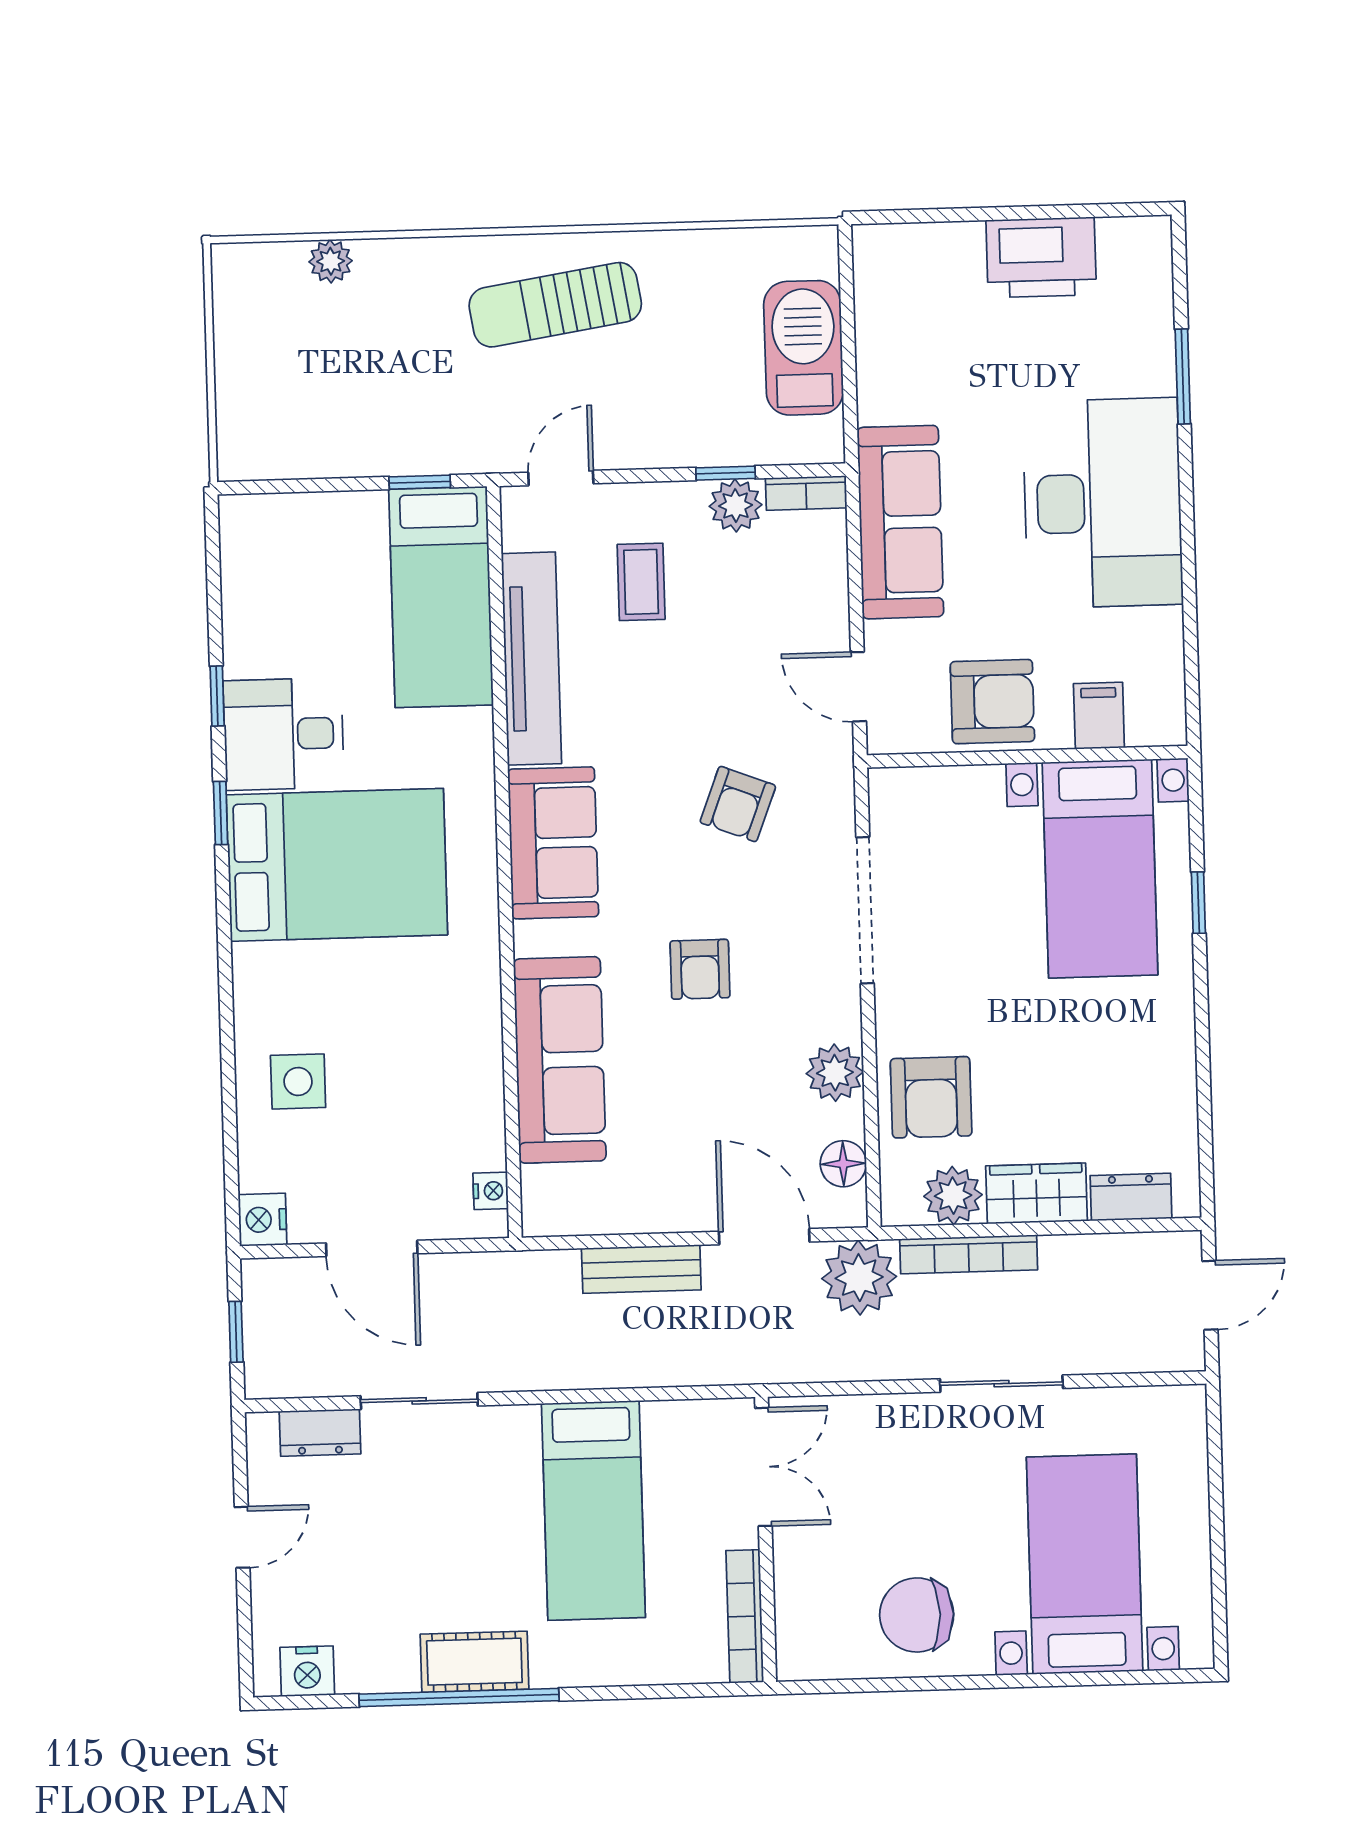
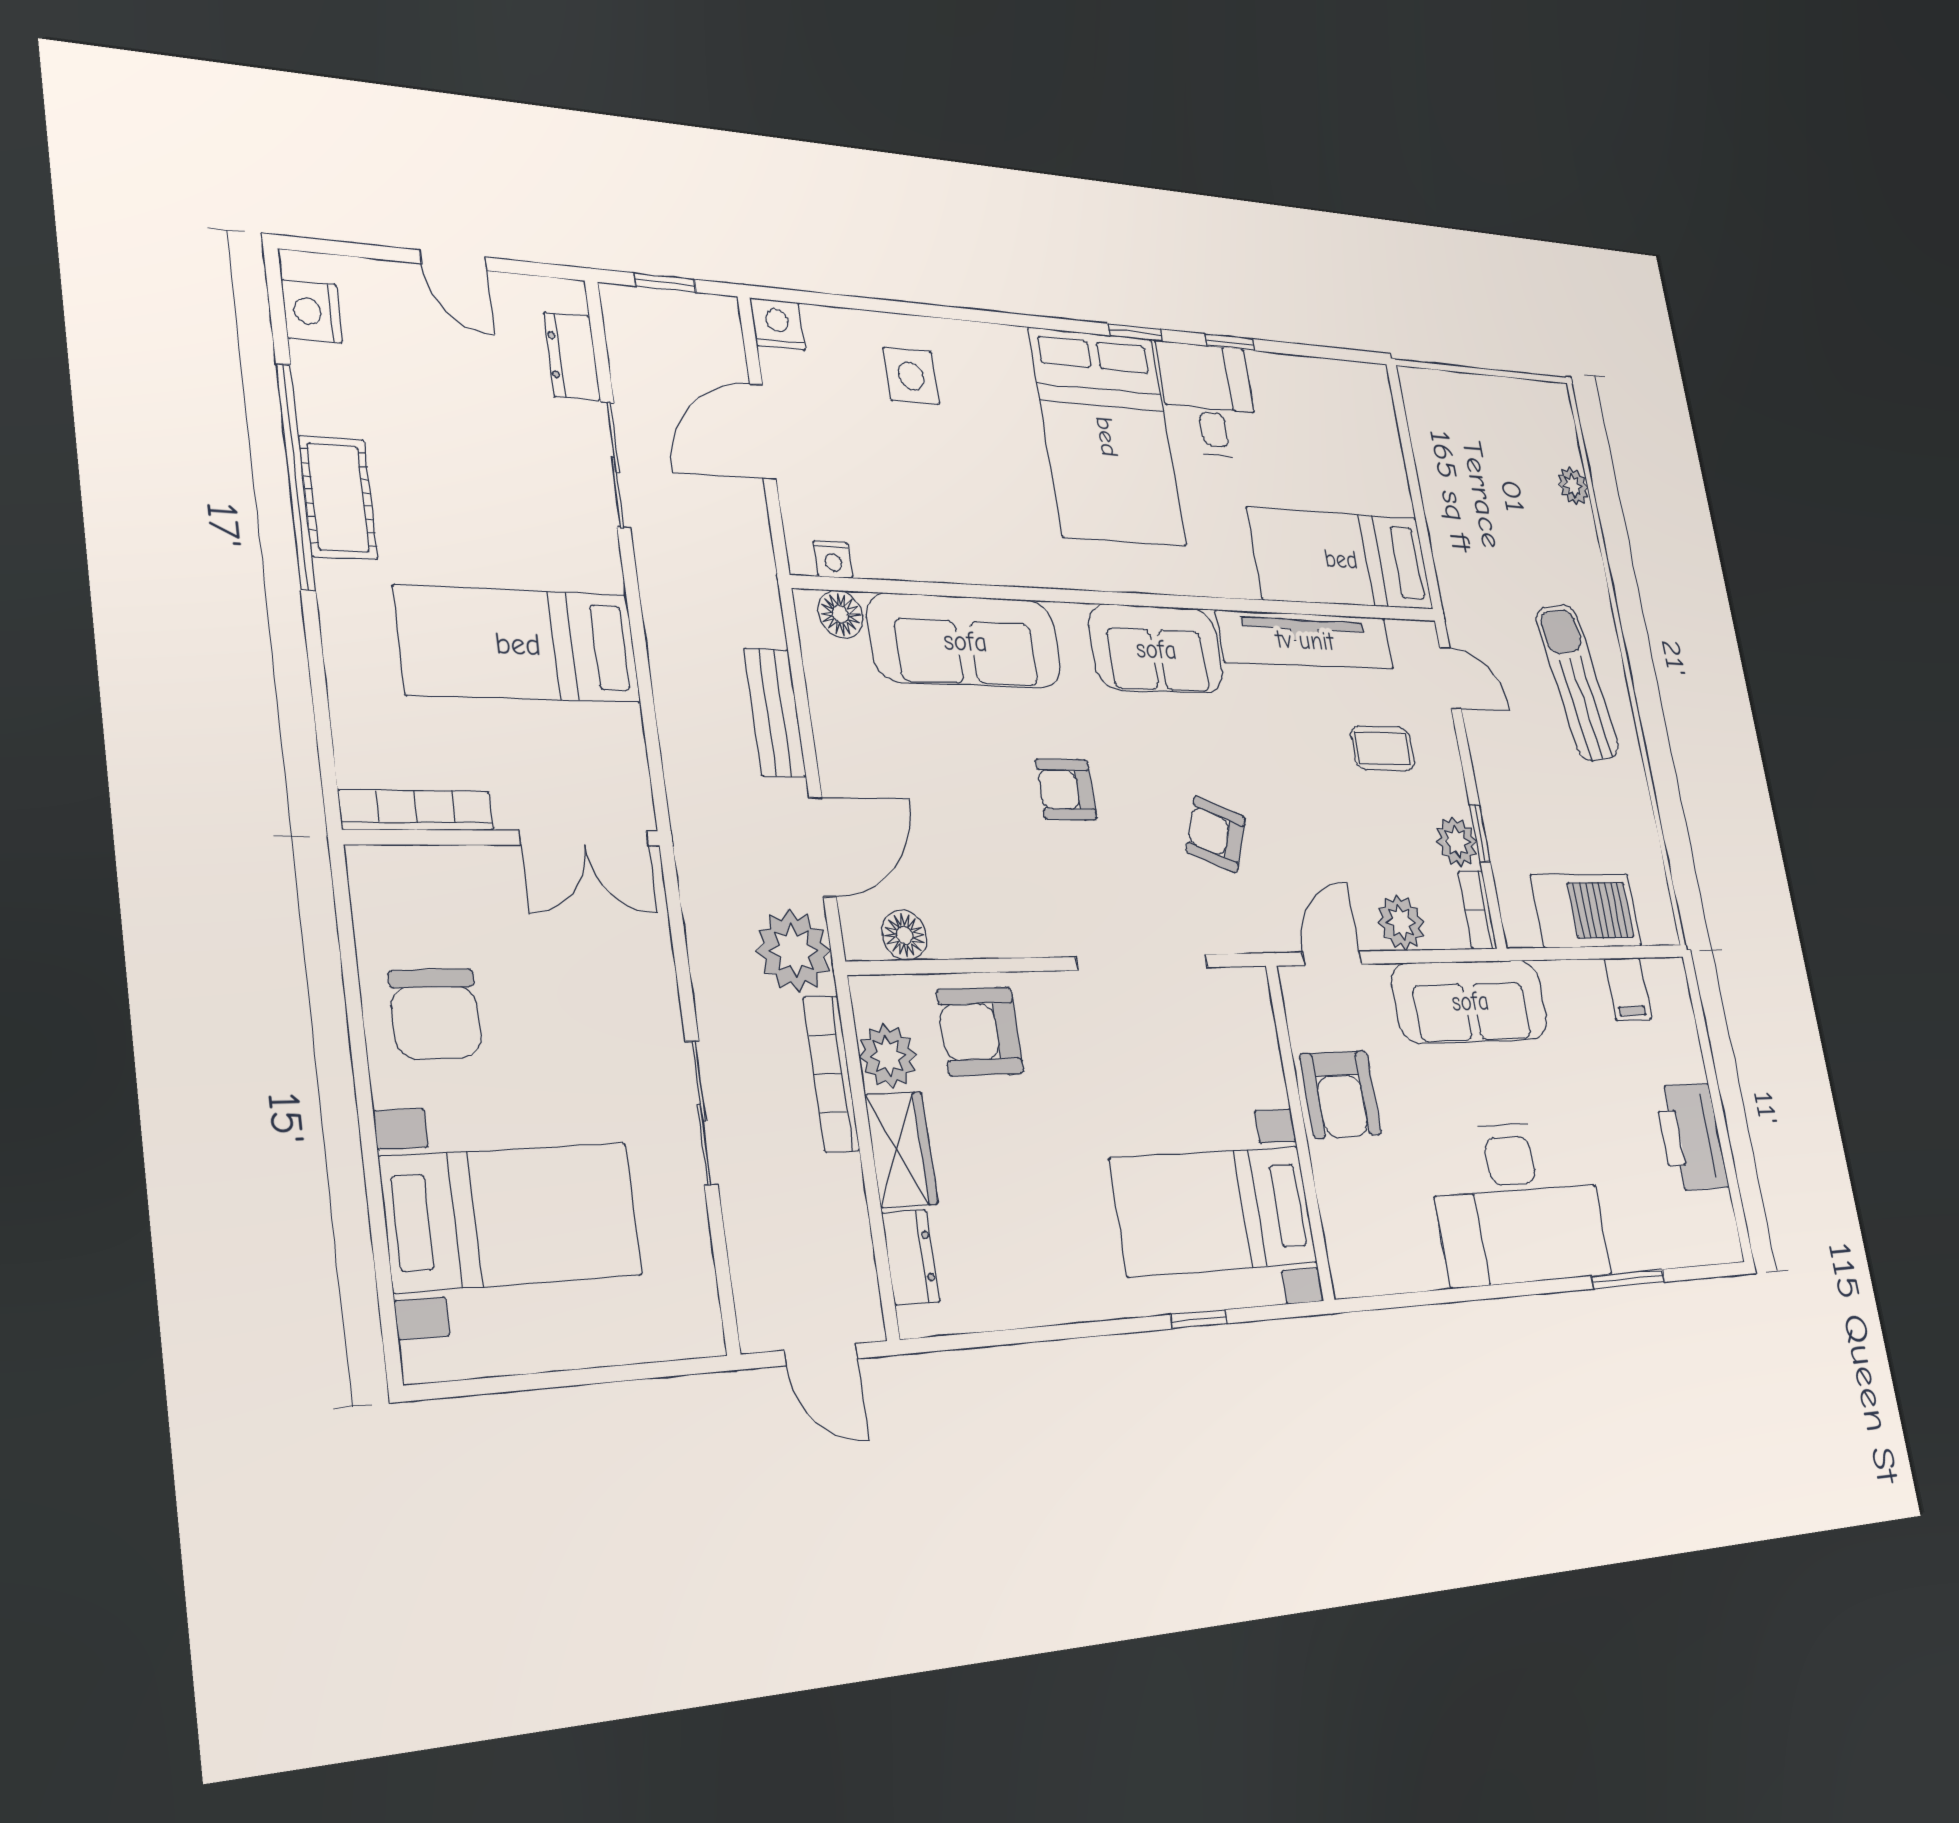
window: (420, 482) -> (1426, 548), removed
filing cabinet: (1099, 716) -> (1628, 989), moved, turned 90
plant: (835, 1073) -> (1401, 922), moved
floor lamp: (543, 1190) -> (840, 614), added
chair: (917, 1615) -> (435, 1014), turned 180

